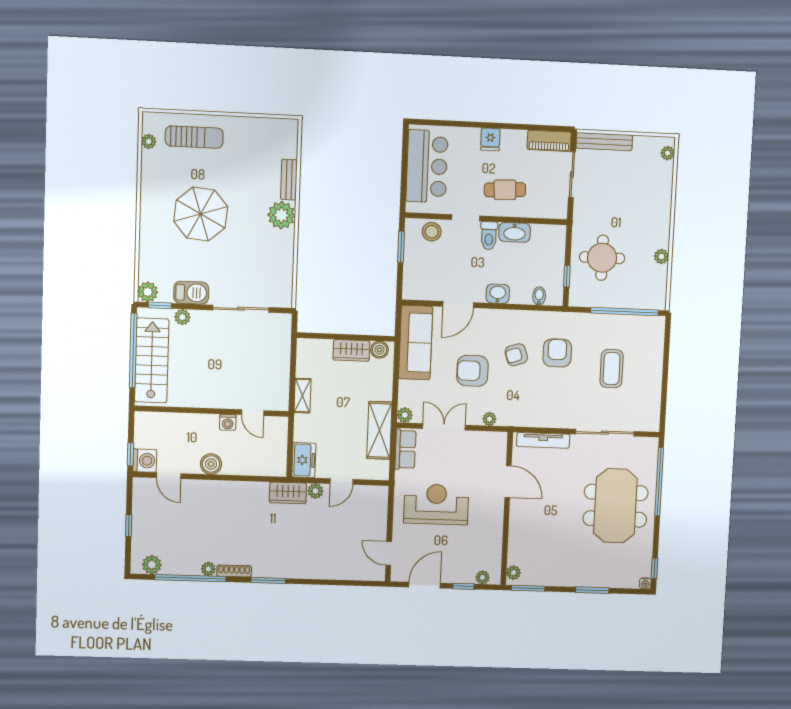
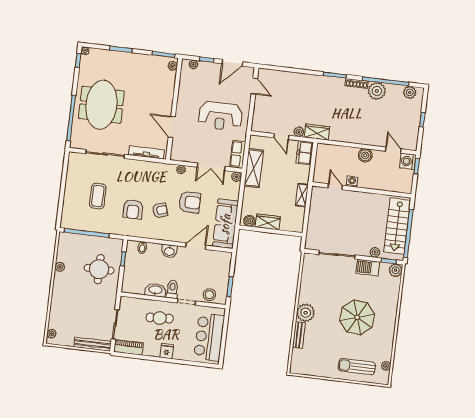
door: (341, 481) -> (281, 137), swing flipped
plant: (208, 569) -> (377, 91), width x1.88, depth x1.88

